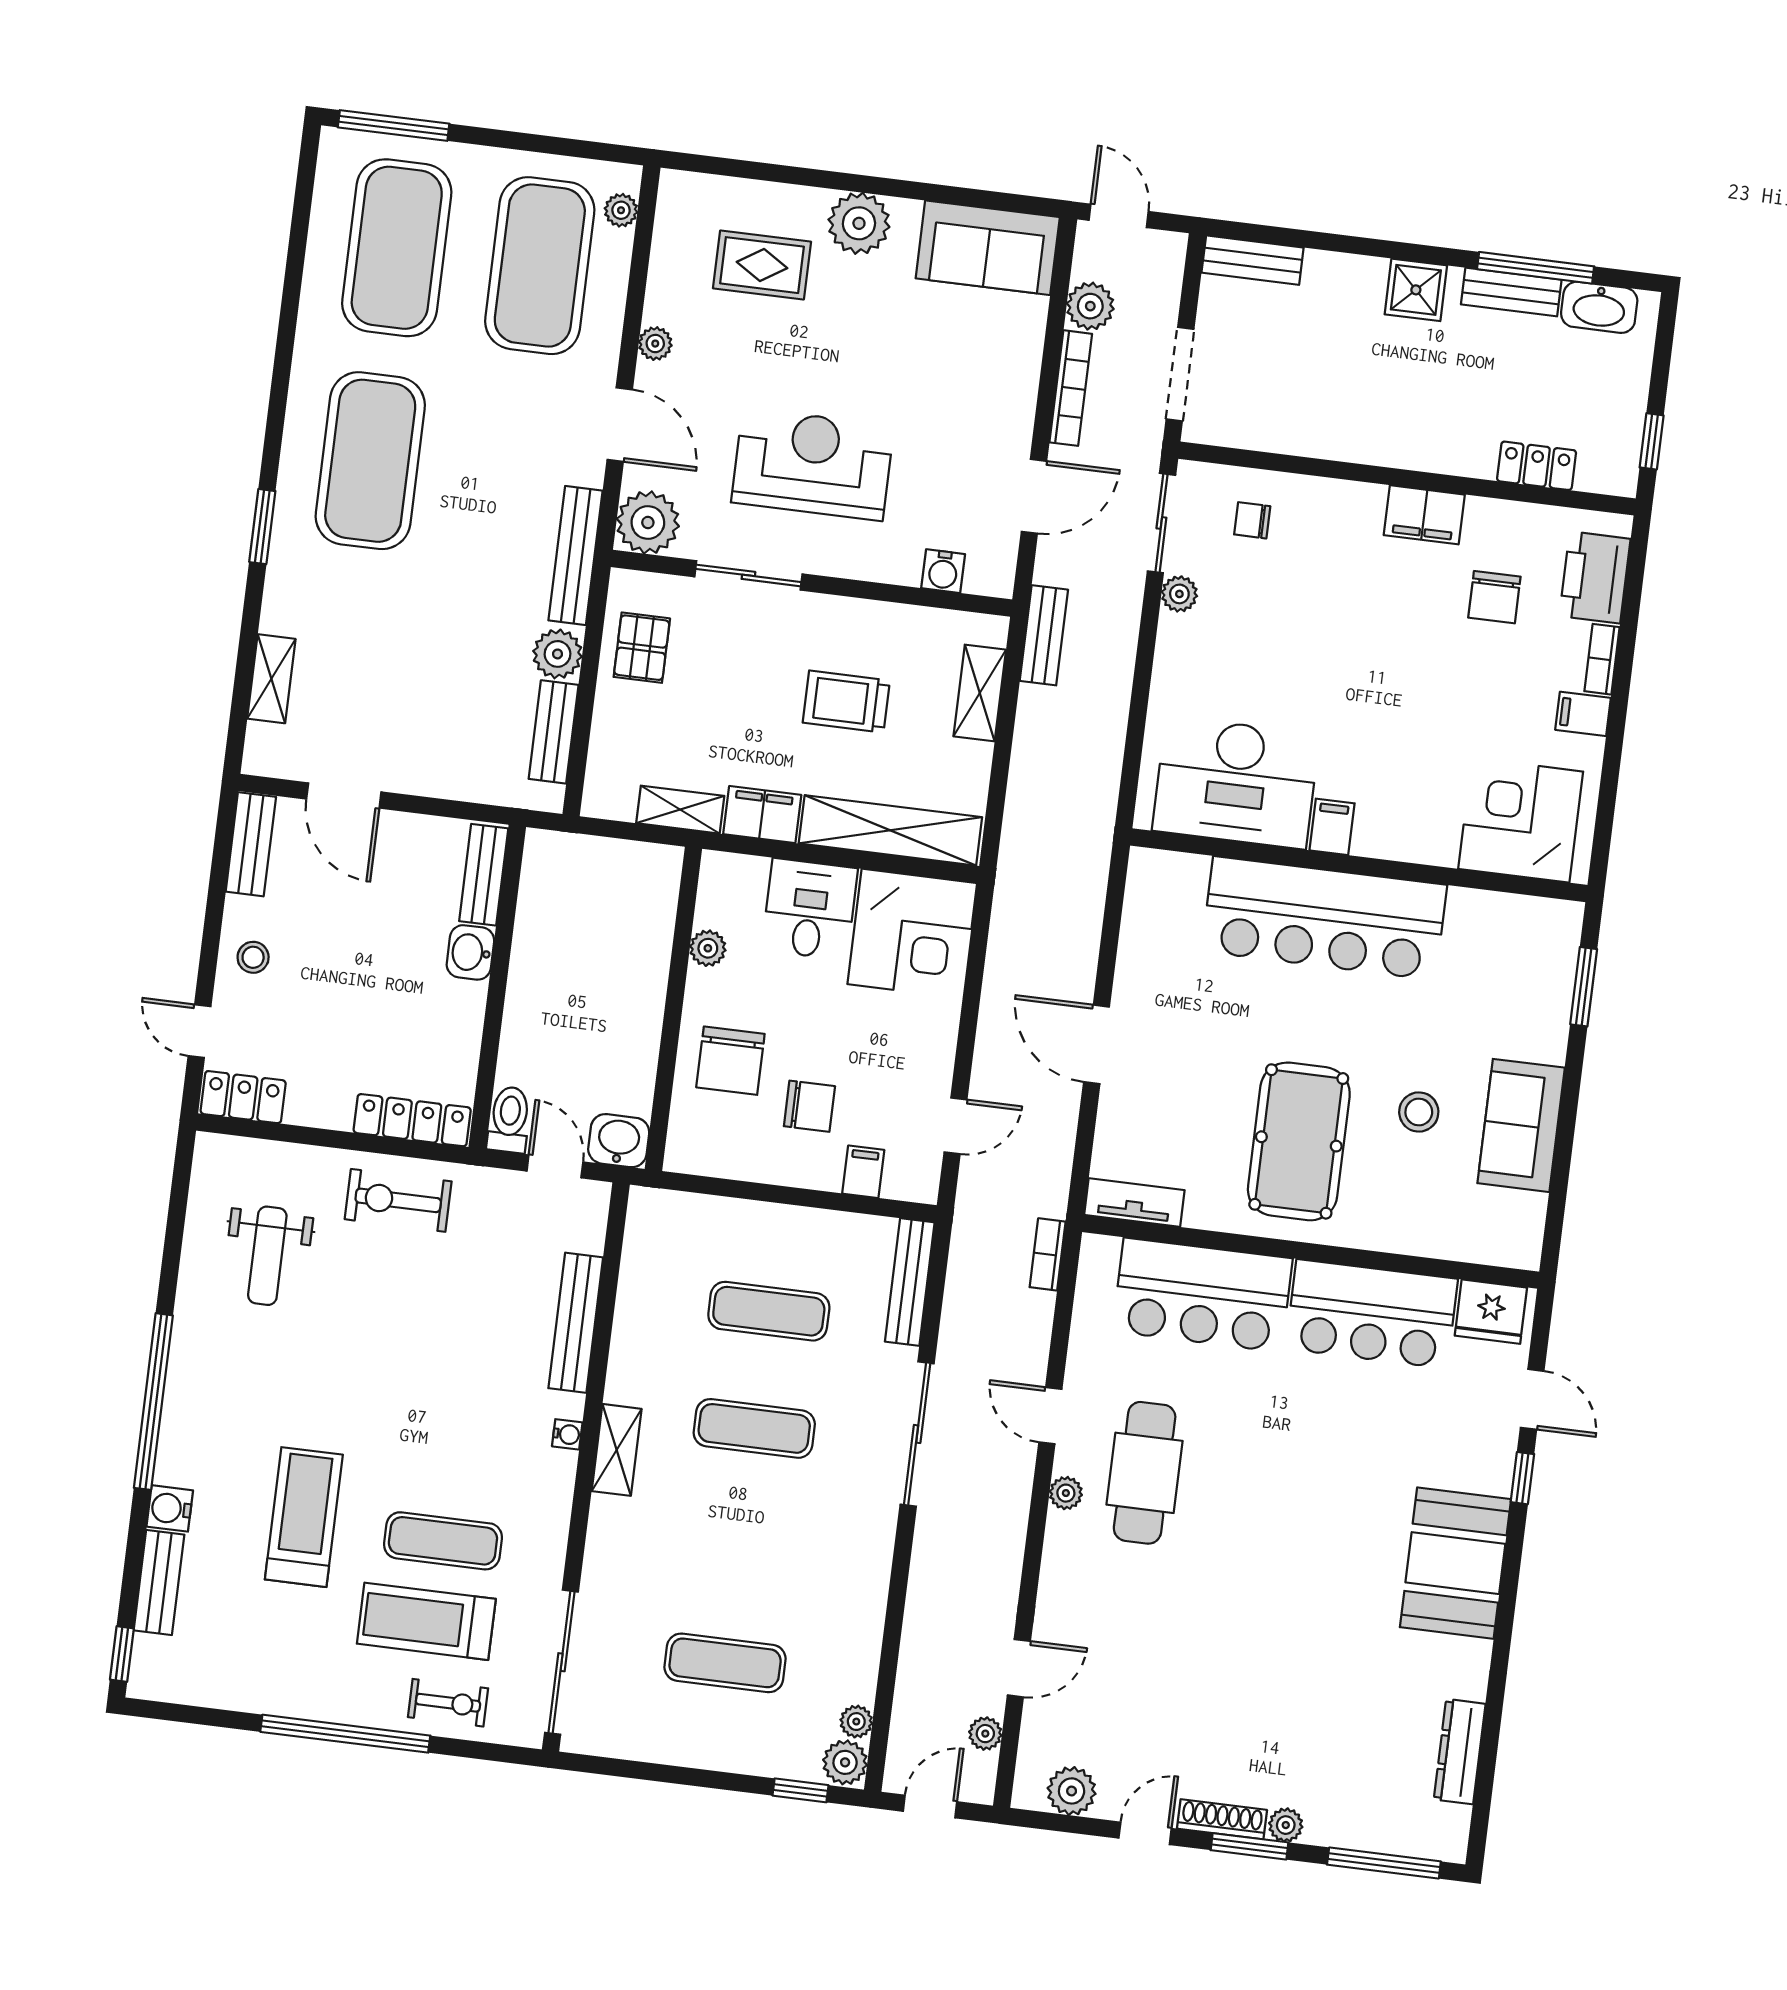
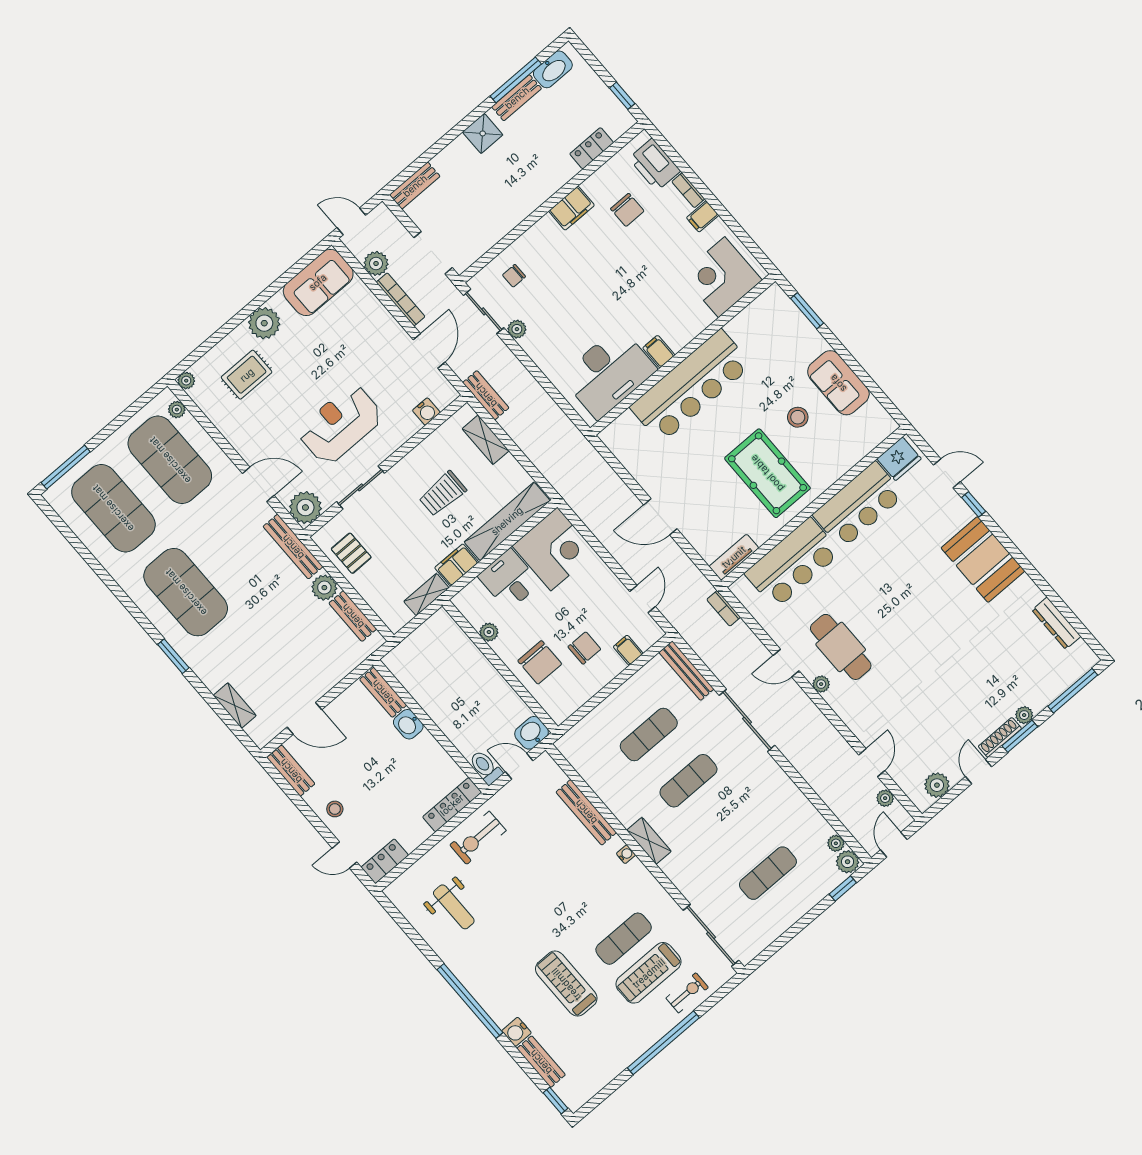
plant: (655, 344) -> (186, 381), moved

